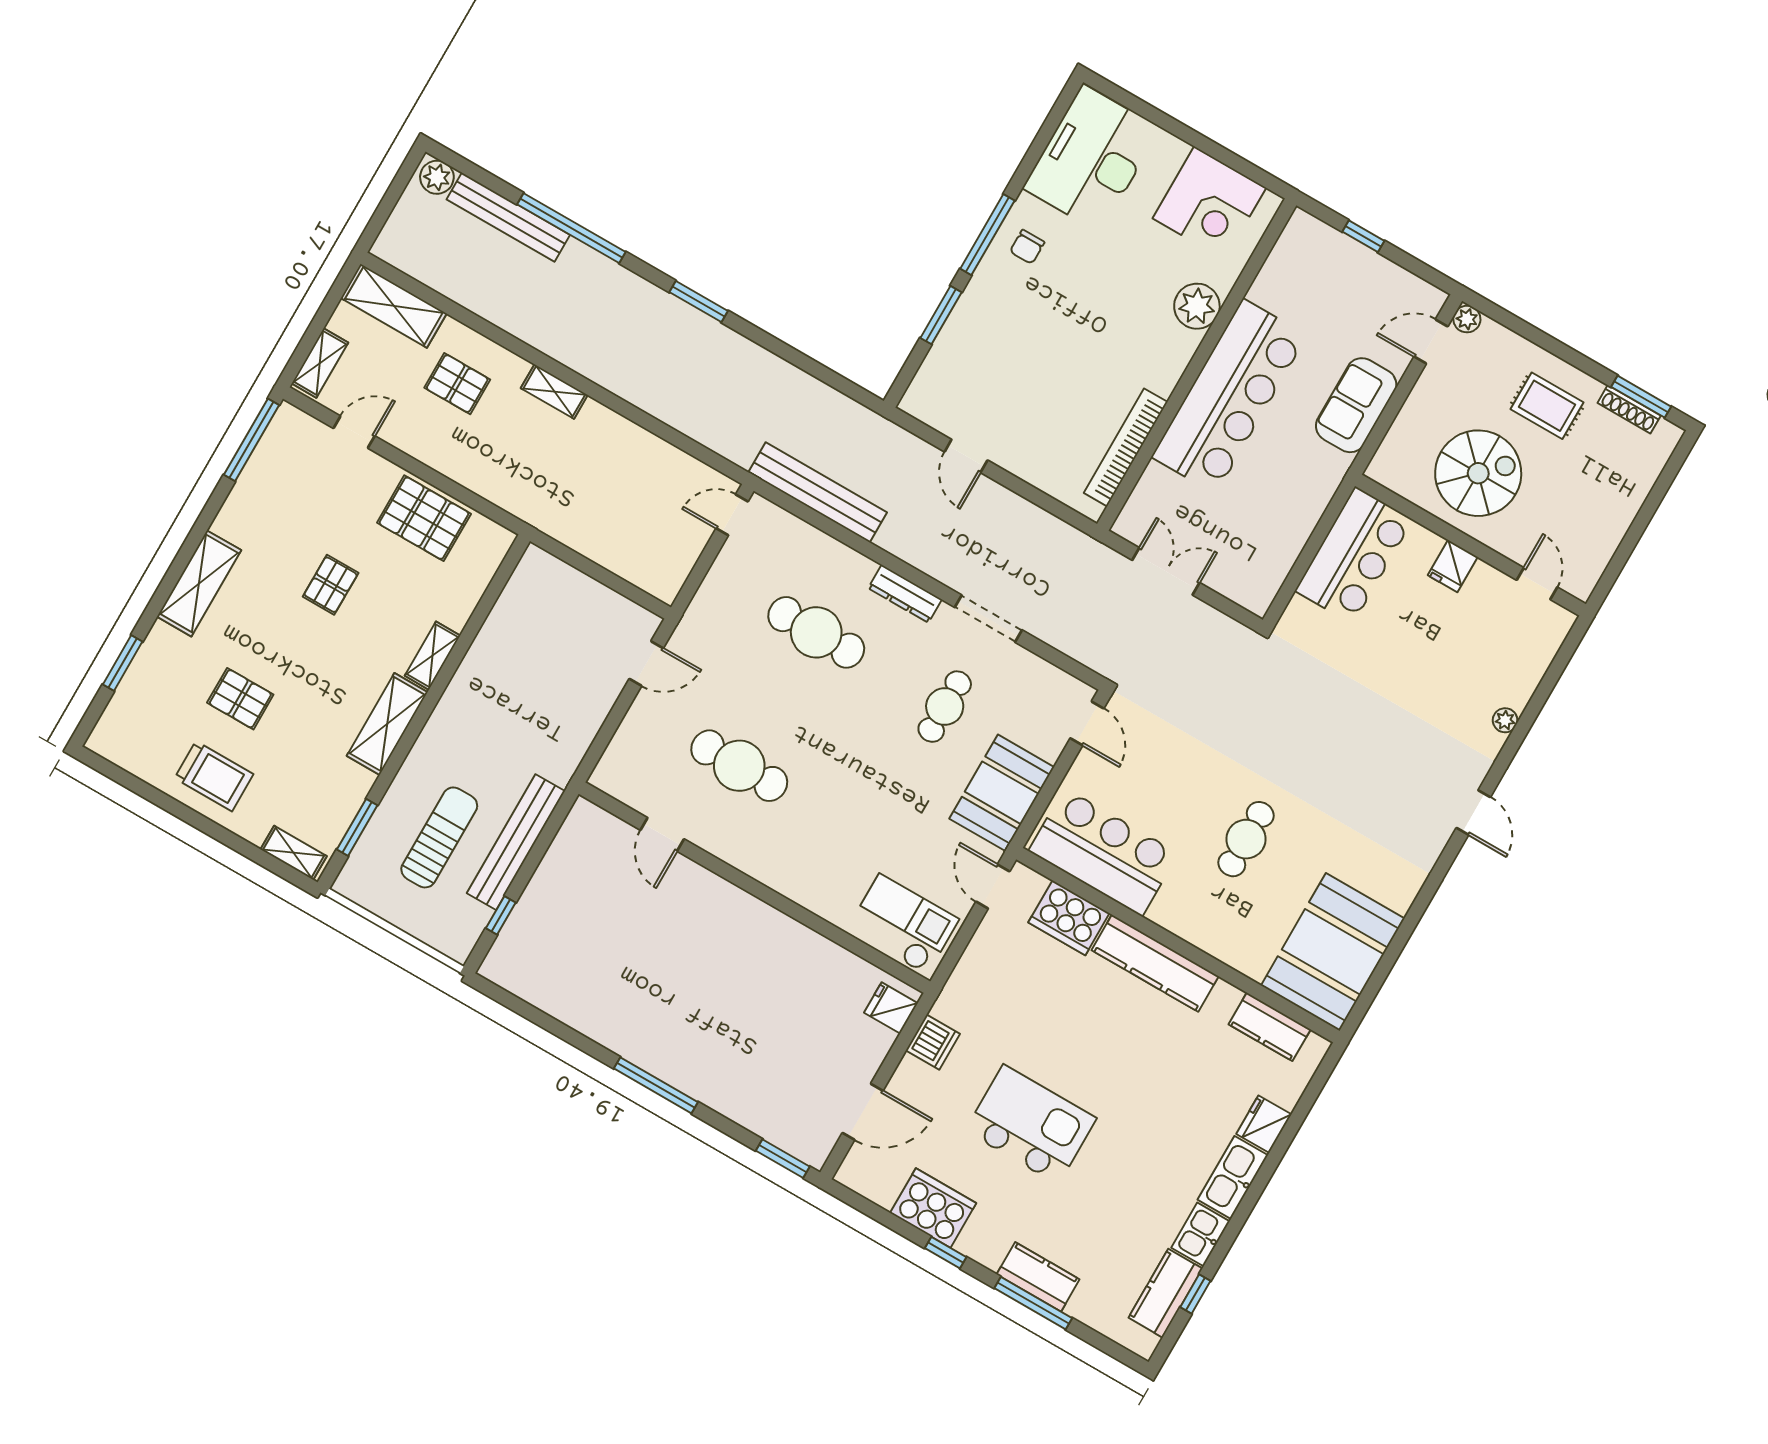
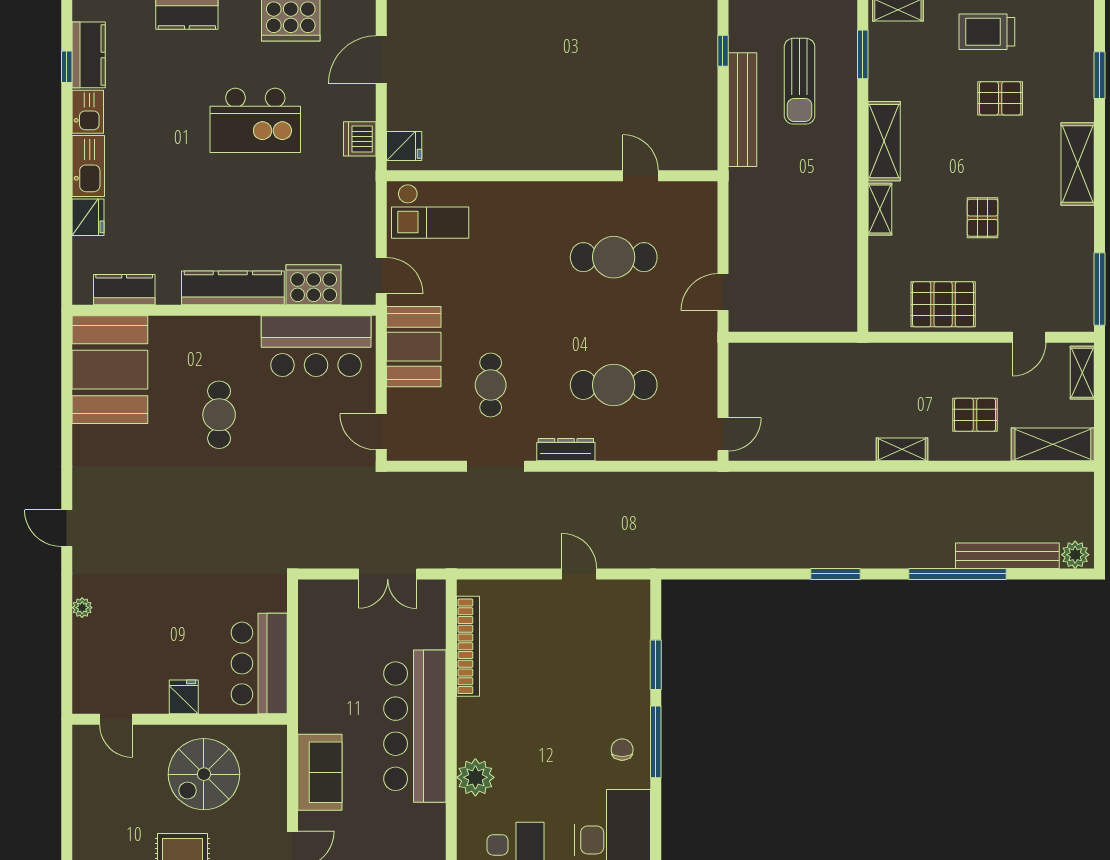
bench: (818, 492) -> (671, 486), removed

